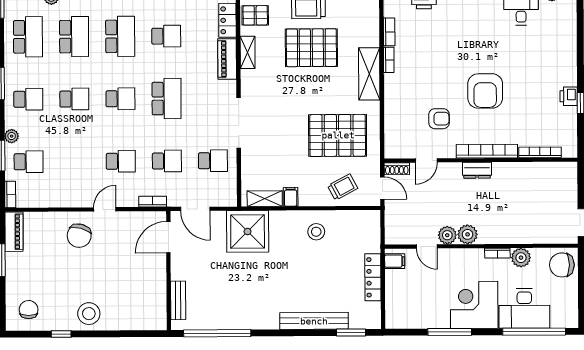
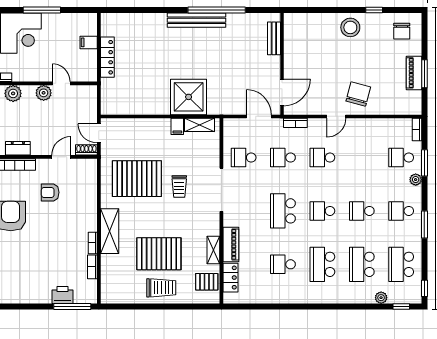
trolley: (343, 187) -> (179, 187), moved, turned -62
shower: (248, 231) -> (189, 97), moved
piano: (14, 232) -> (414, 73), moved
stool: (316, 232) -> (156, 96), removed
plant: (468, 234) -> (13, 93), moved
filing cabinet: (395, 261) -> (89, 42), moved
bench: (314, 321) -> (197, 20), moved
window: (217, 333) -> (217, 10), moved
window: (351, 333) -> (126, 10), removed

